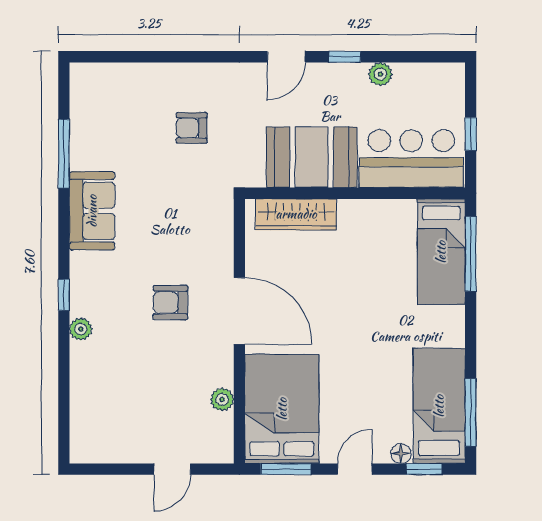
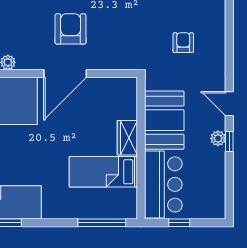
plant: (380, 74) -> (218, 138), moved
wardrobe: (296, 214) -> (127, 138), moved, width x0.67
bed: (441, 252) -> (103, 172), moved
armchair: (170, 302) -> (71, 29), width x1.38, depth x1.38

